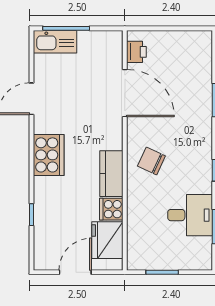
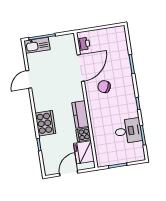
door: (125, 93) -> (81, 68), hinge flipped
cooker: (49, 155) -> (45, 123), moved
chair: (151, 161) -> (104, 87), moved

